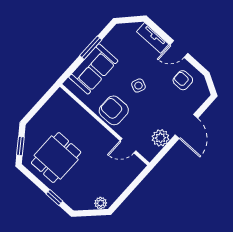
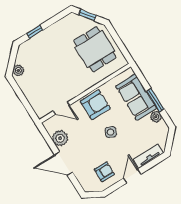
plant: (108, 42) -> (156, 117), added
door: (128, 146) -> (61, 108), swing flipped
dining table: (56, 158) -> (95, 49), moved

